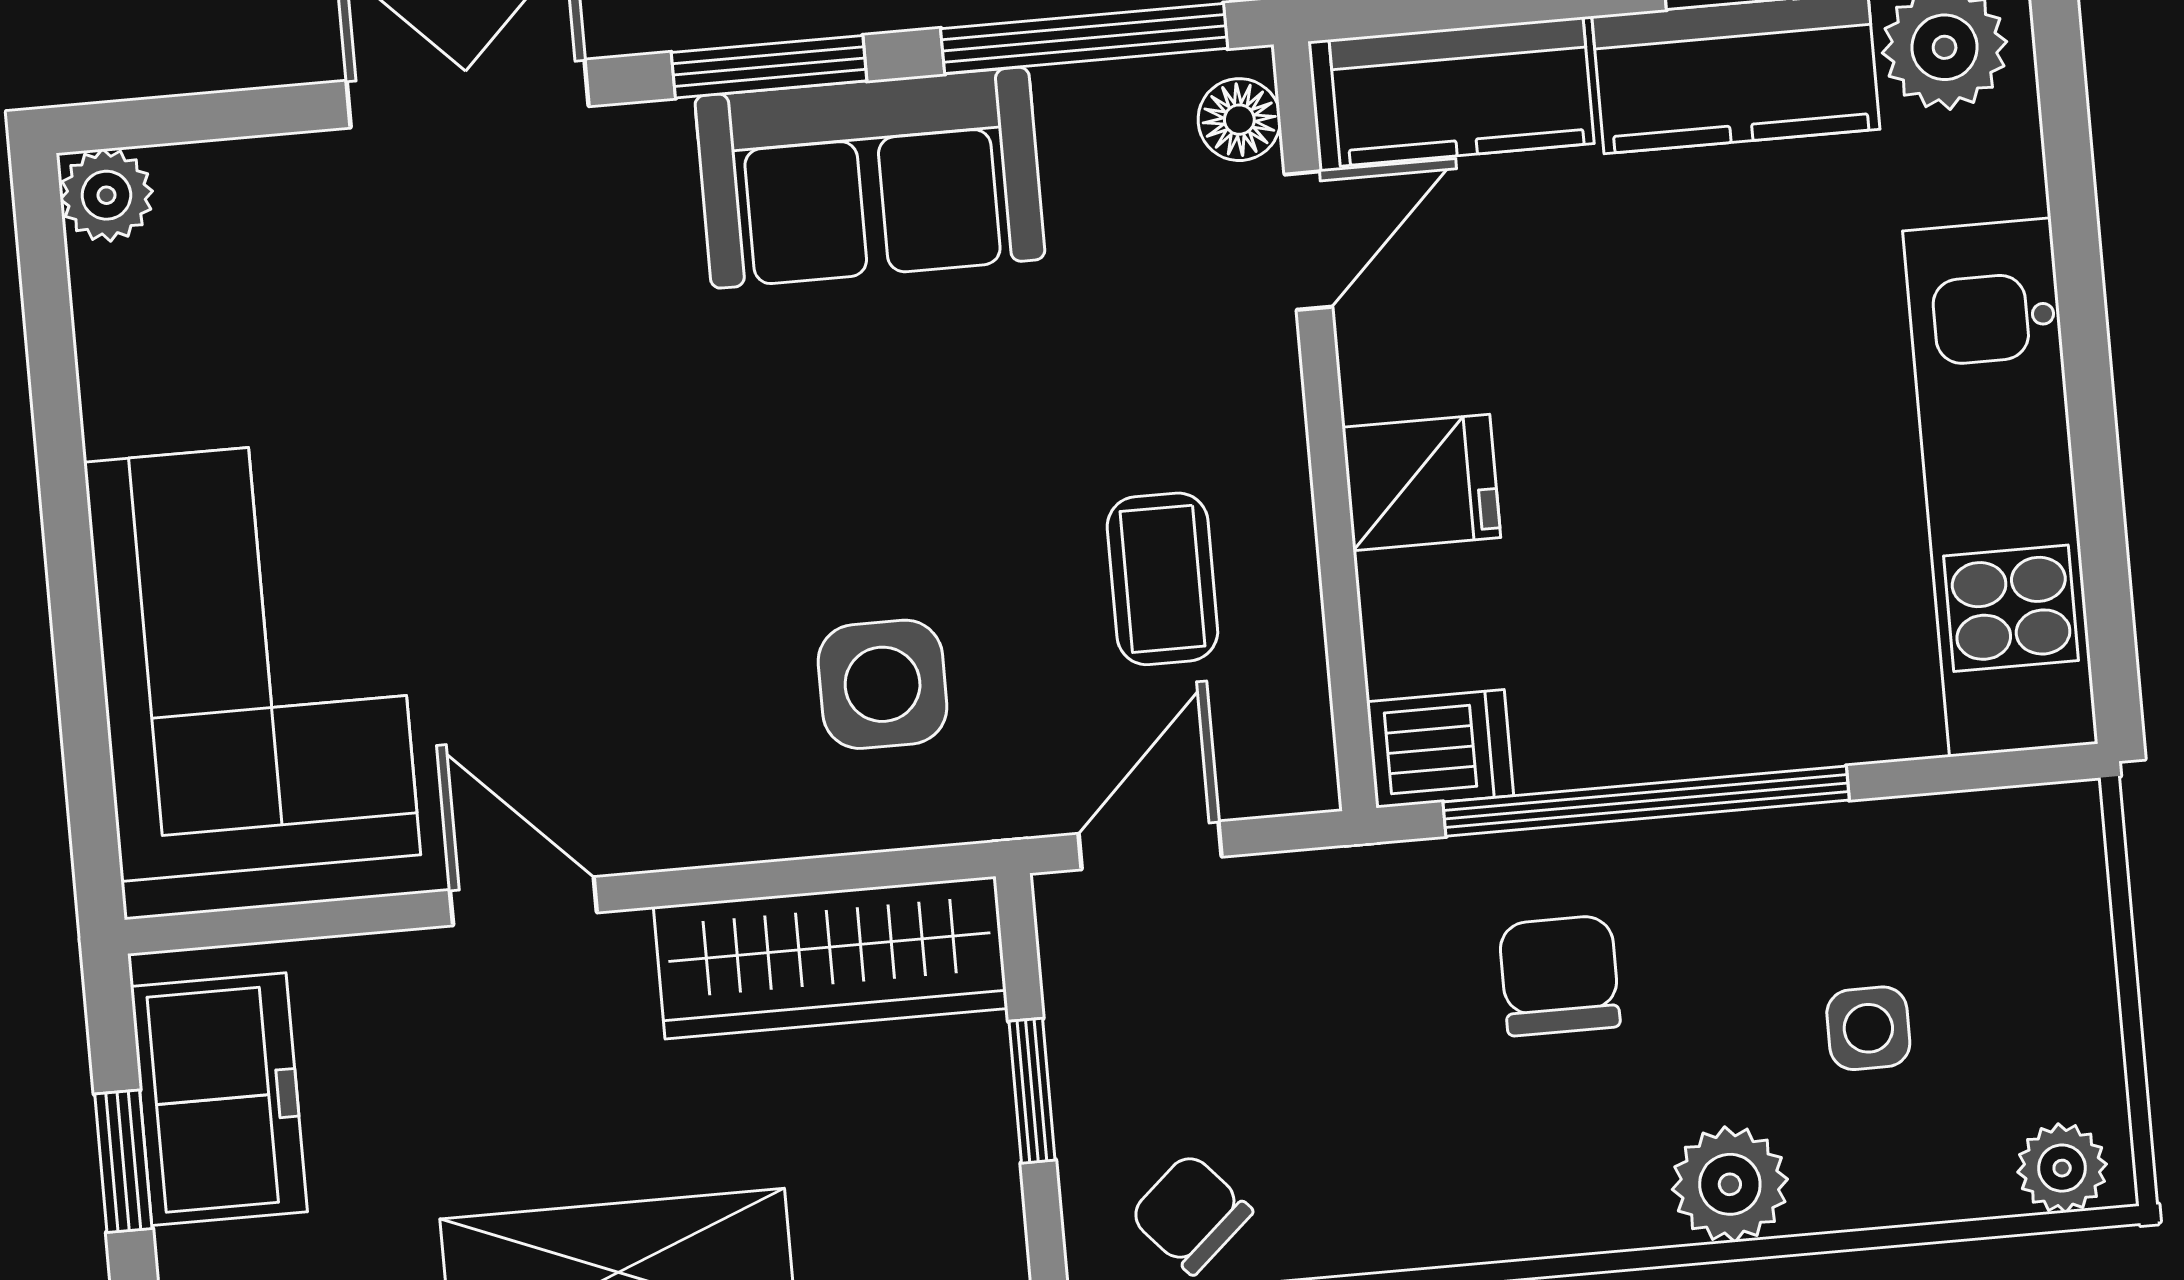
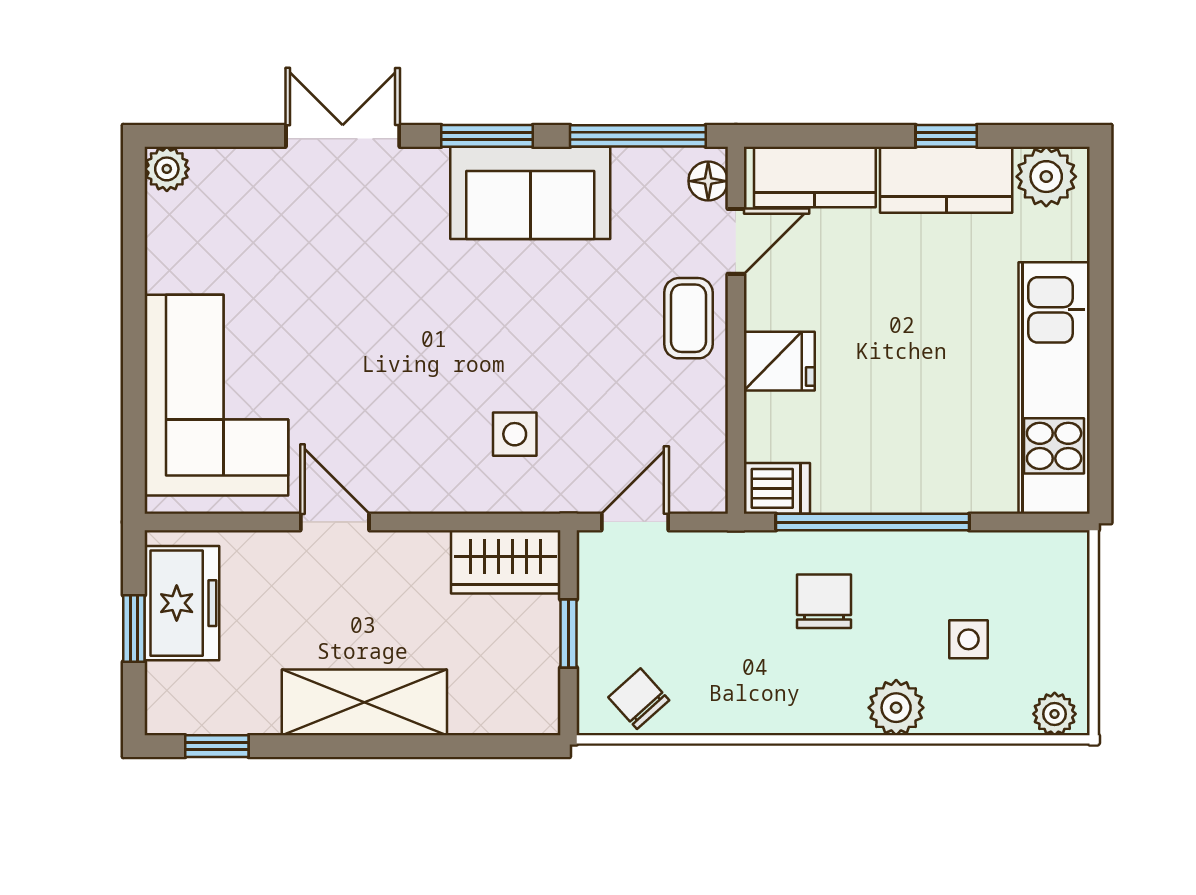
coffee table: (1162, 579) -> (688, 318), moved
side table: (883, 684) -> (515, 434), width x0.73, depth x0.73
wardrobe: (830, 958) -> (506, 562), width x0.67

